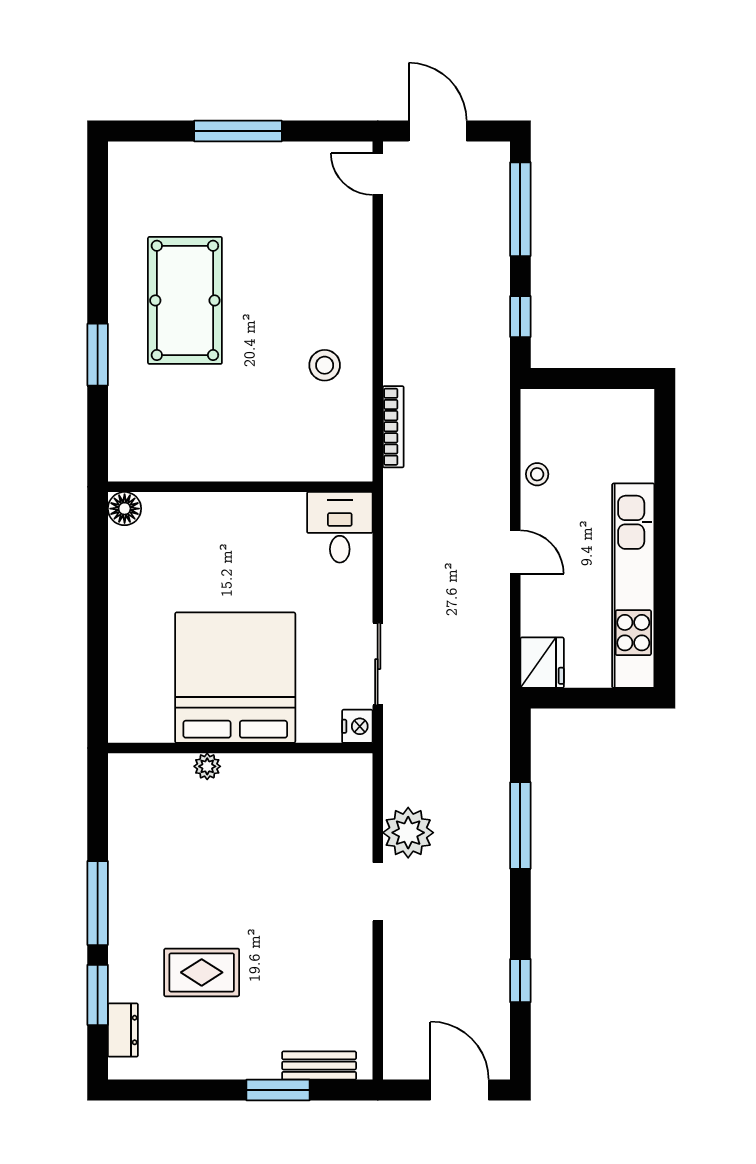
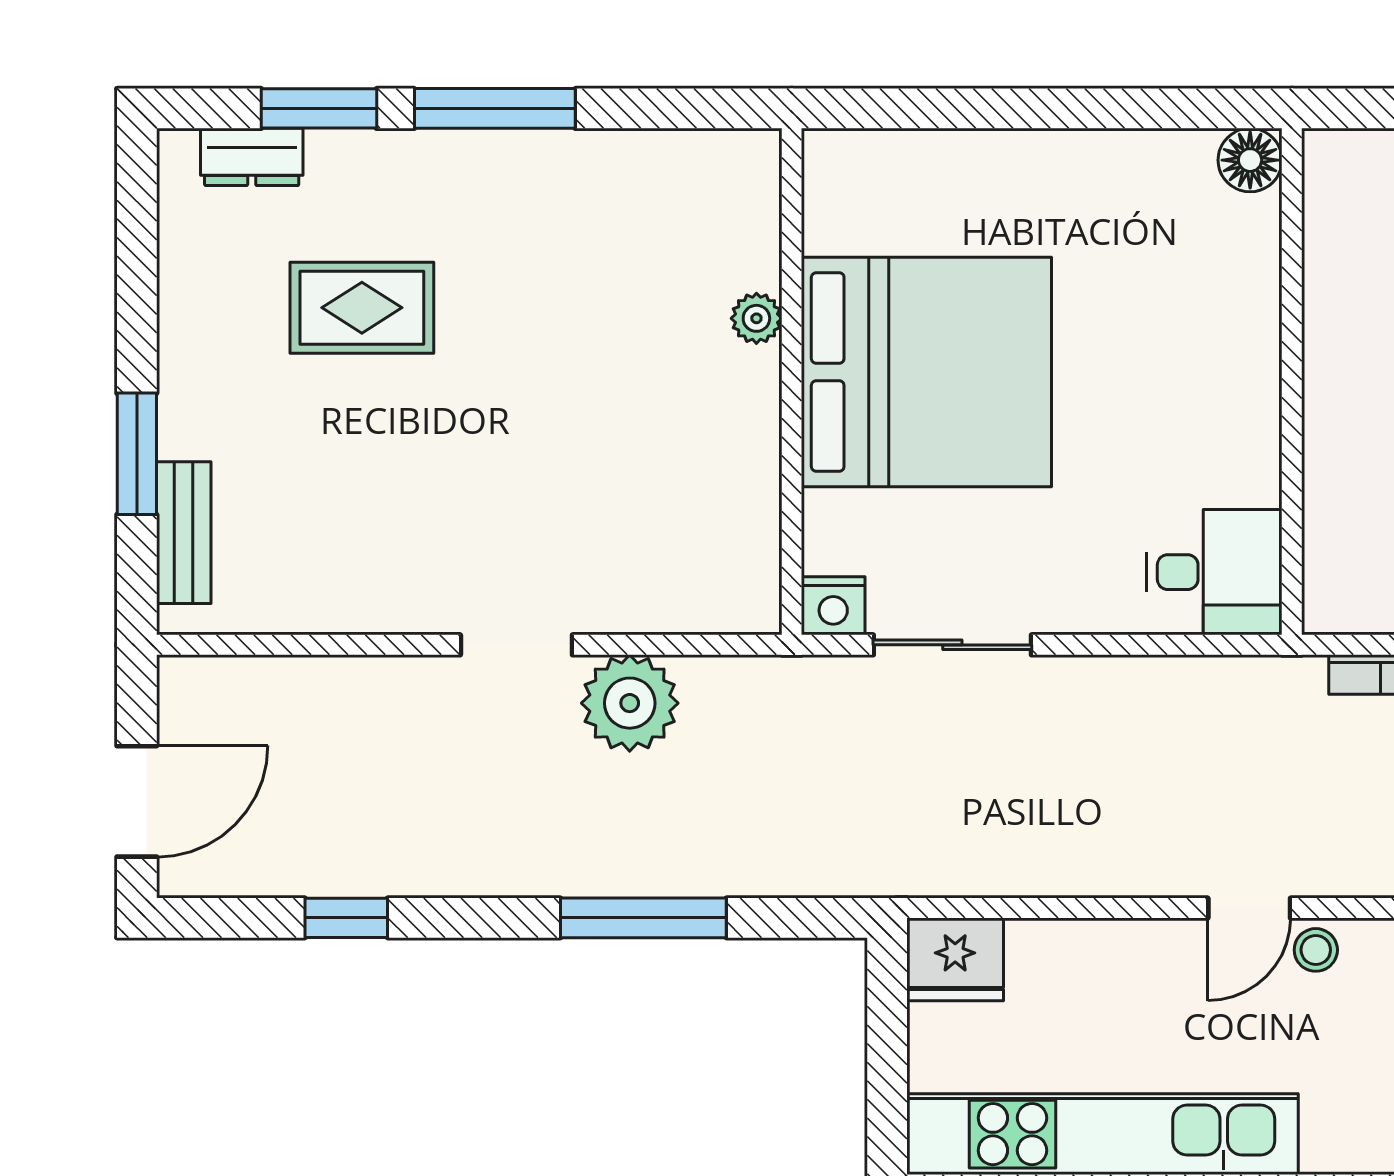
door: (515, 552) -> (1249, 908), moved
rug: (202, 972) -> (362, 308), turned 90

